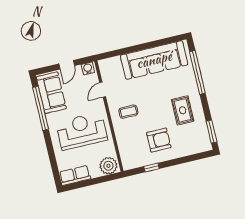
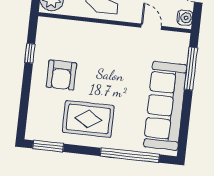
window: (122, 52) -> (191, 69), added
rug: (183, 110) -> (88, 119), width x1.36, depth x1.43
coffee table: (128, 112) -> (111, 50), removed

